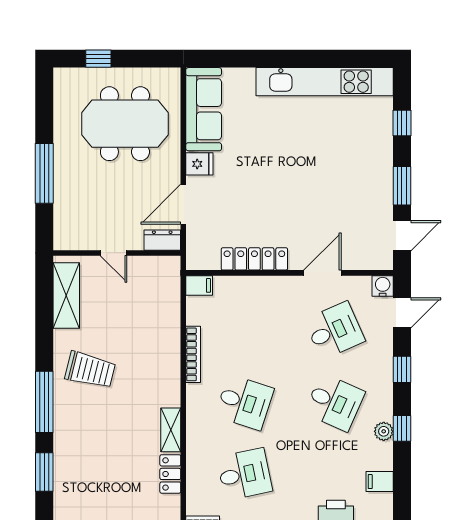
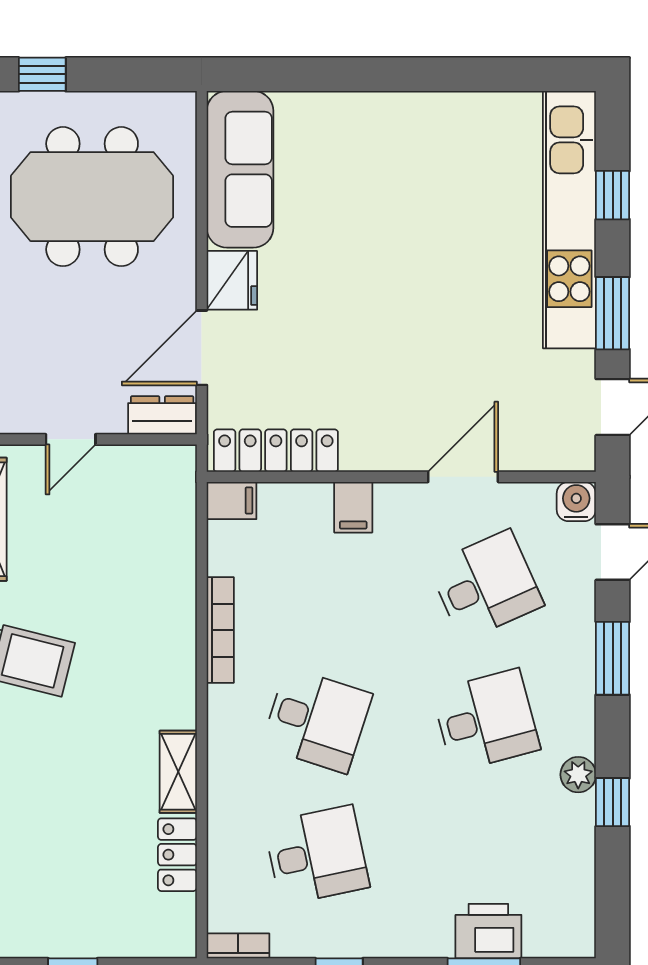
kitchen unit: (325, 82) -> (569, 220), moved, turned 90
fridge: (199, 164) -> (232, 280), width x1.38
door: (114, 253) -> (71, 439), hinge flipped
locker: (254, 259) -> (276, 451), moved
window: (402, 369) -> (613, 658), width x1.50
desk: (335, 402) -> (486, 720), turned -39
window: (402, 428) -> (613, 802), moved
filing cabinet: (380, 482) -> (353, 507), moved, turned -90

